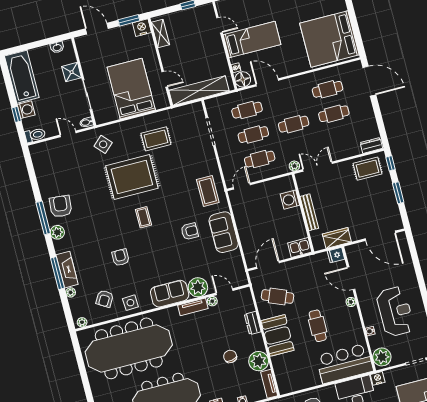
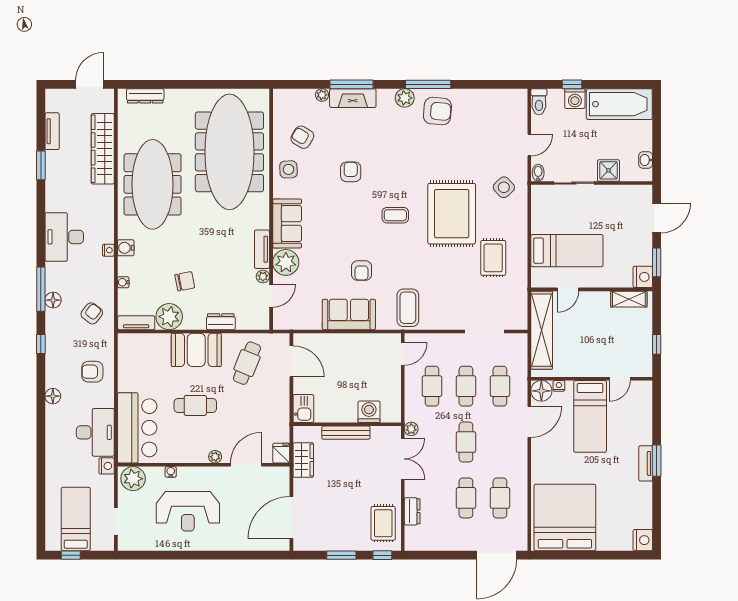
bed: (131, 89) -> (567, 251), width x0.67
dresser: (371, 145) -> (412, 511), moved
door: (242, 186) -> (403, 354), hinge flipped
coffee table: (208, 191) -> (408, 308), turned 90
armchair: (121, 257) -> (351, 172), turned -90
plant: (82, 322) -> (279, 100), removed

